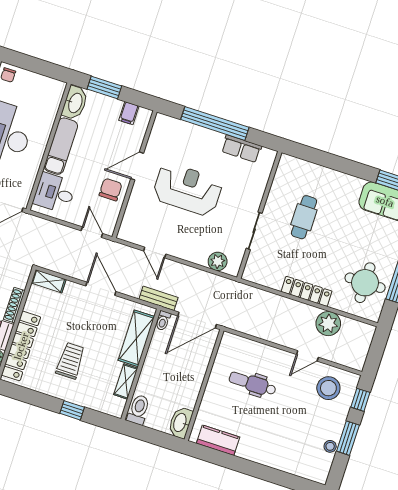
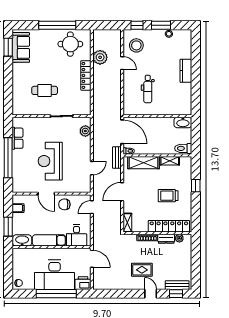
kitchen counter: (218, 440) -> (186, 71), moved

